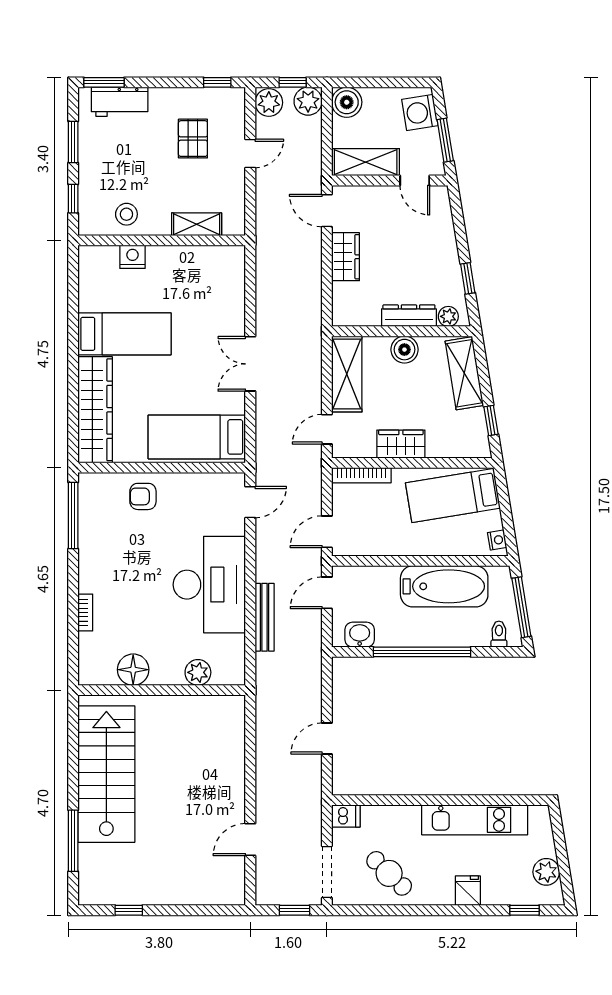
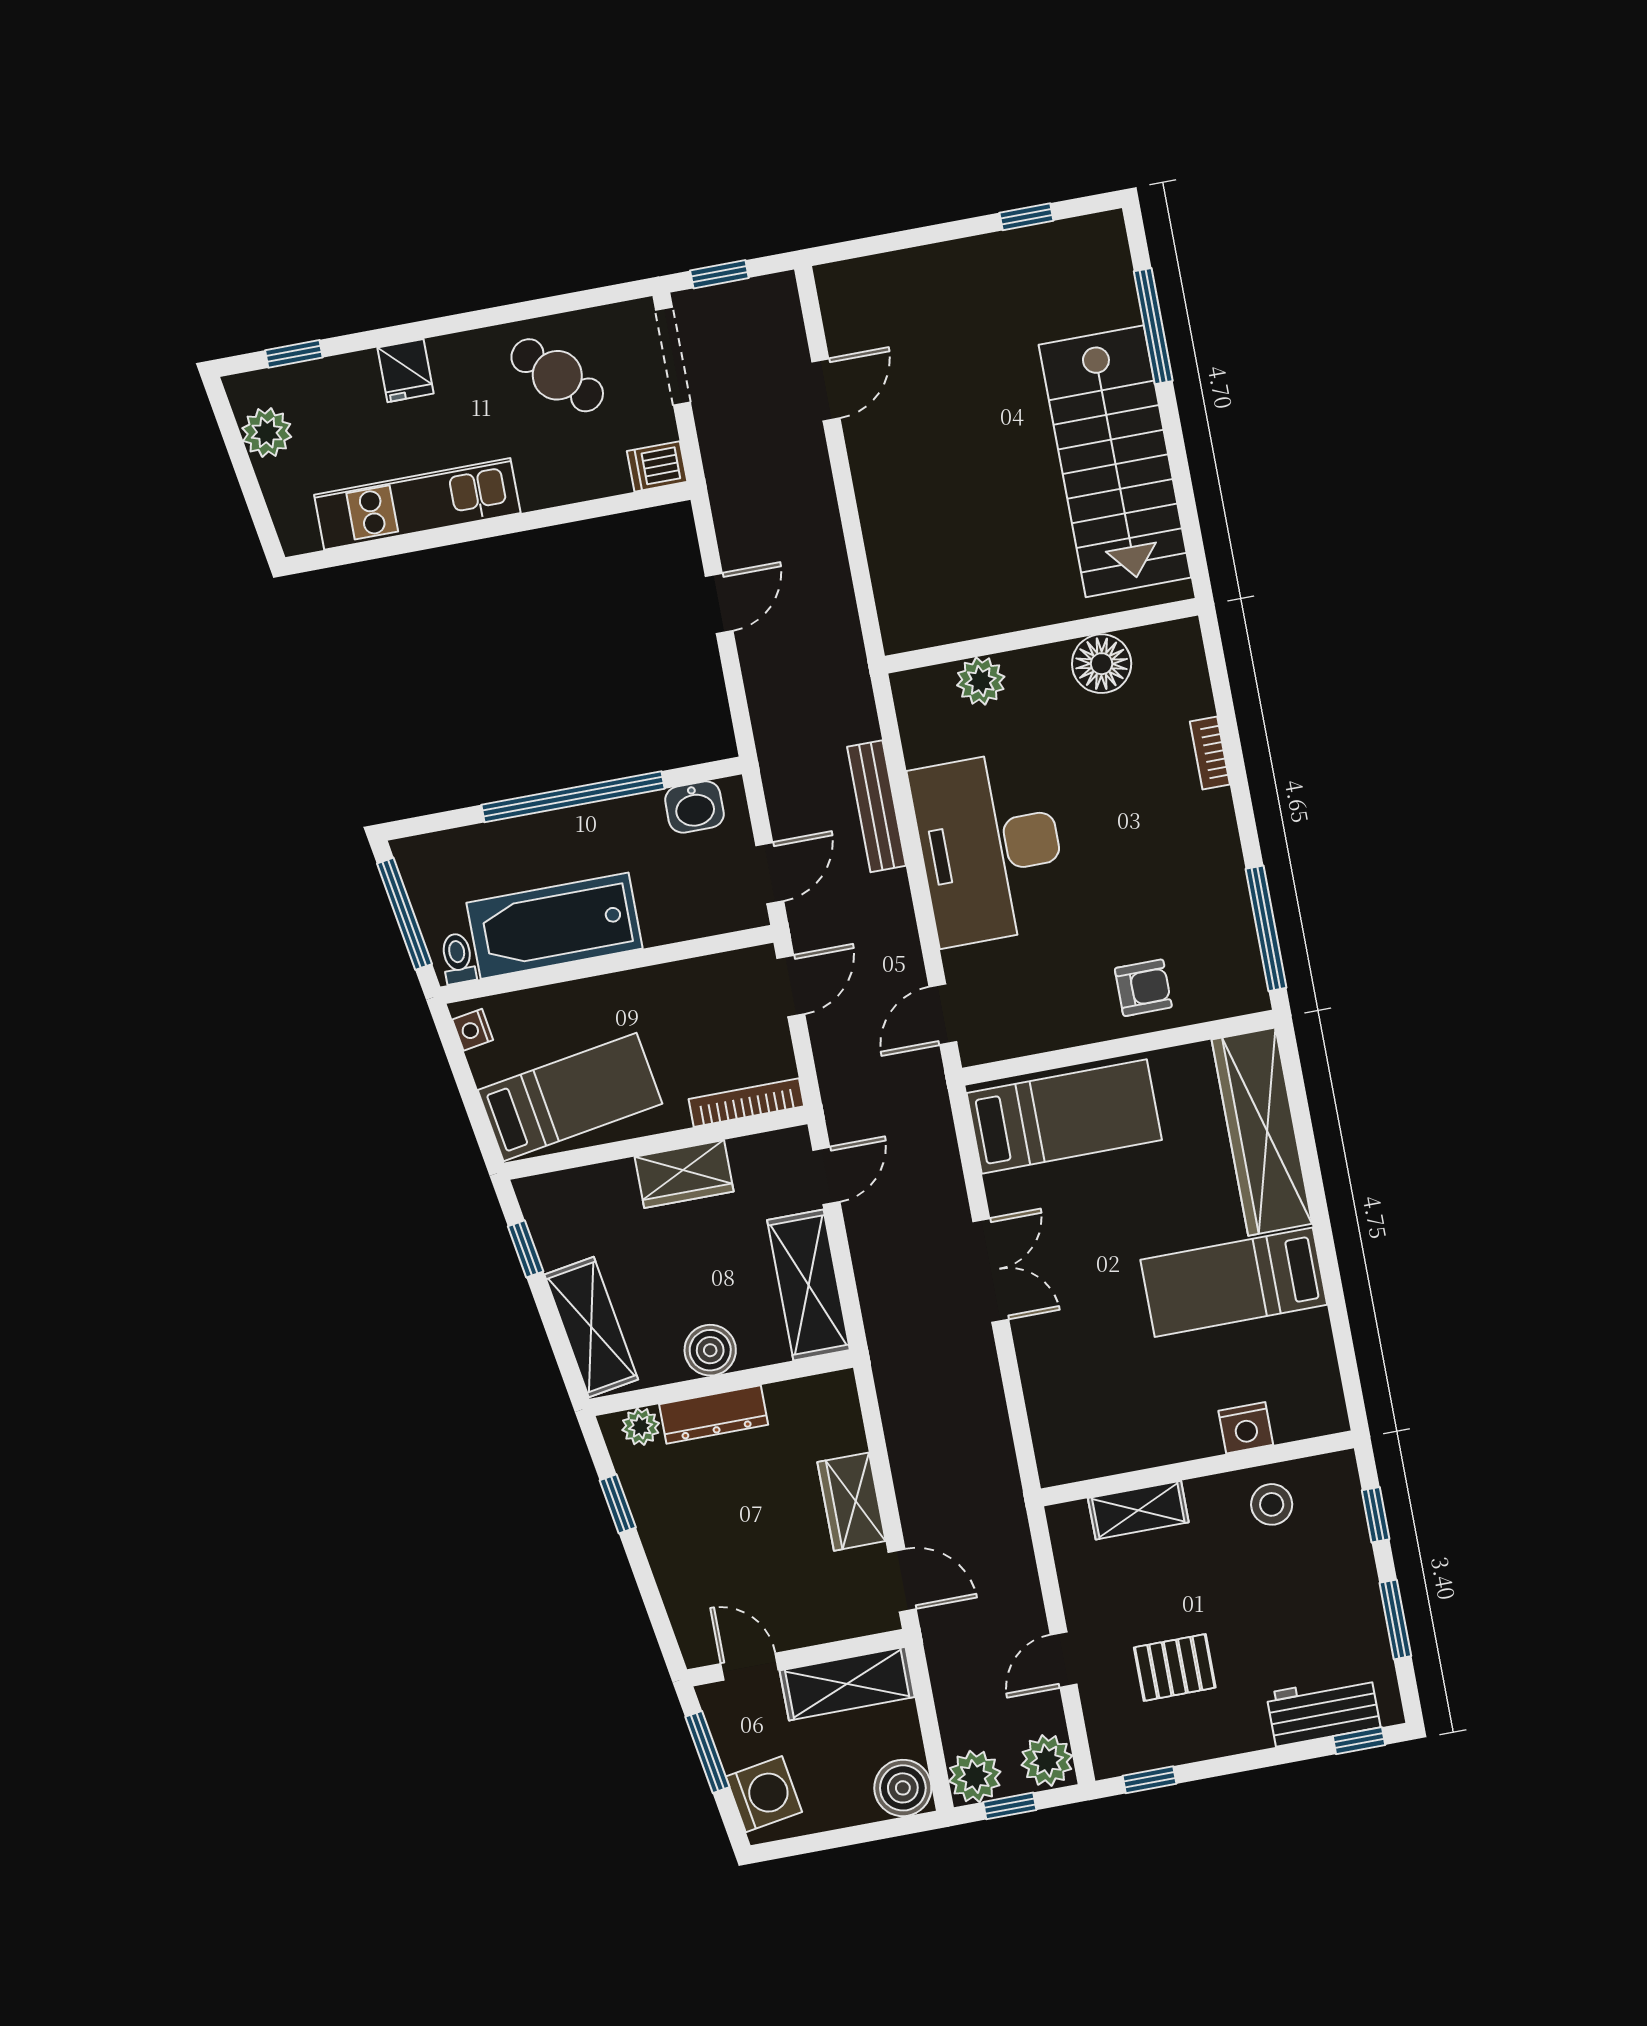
window: (104, 82) -> (1359, 1741), width x0.67
pallet: (193, 139) -> (1175, 1667), turned 90
toilet: (499, 634) -> (458, 958), moved, turned 180

